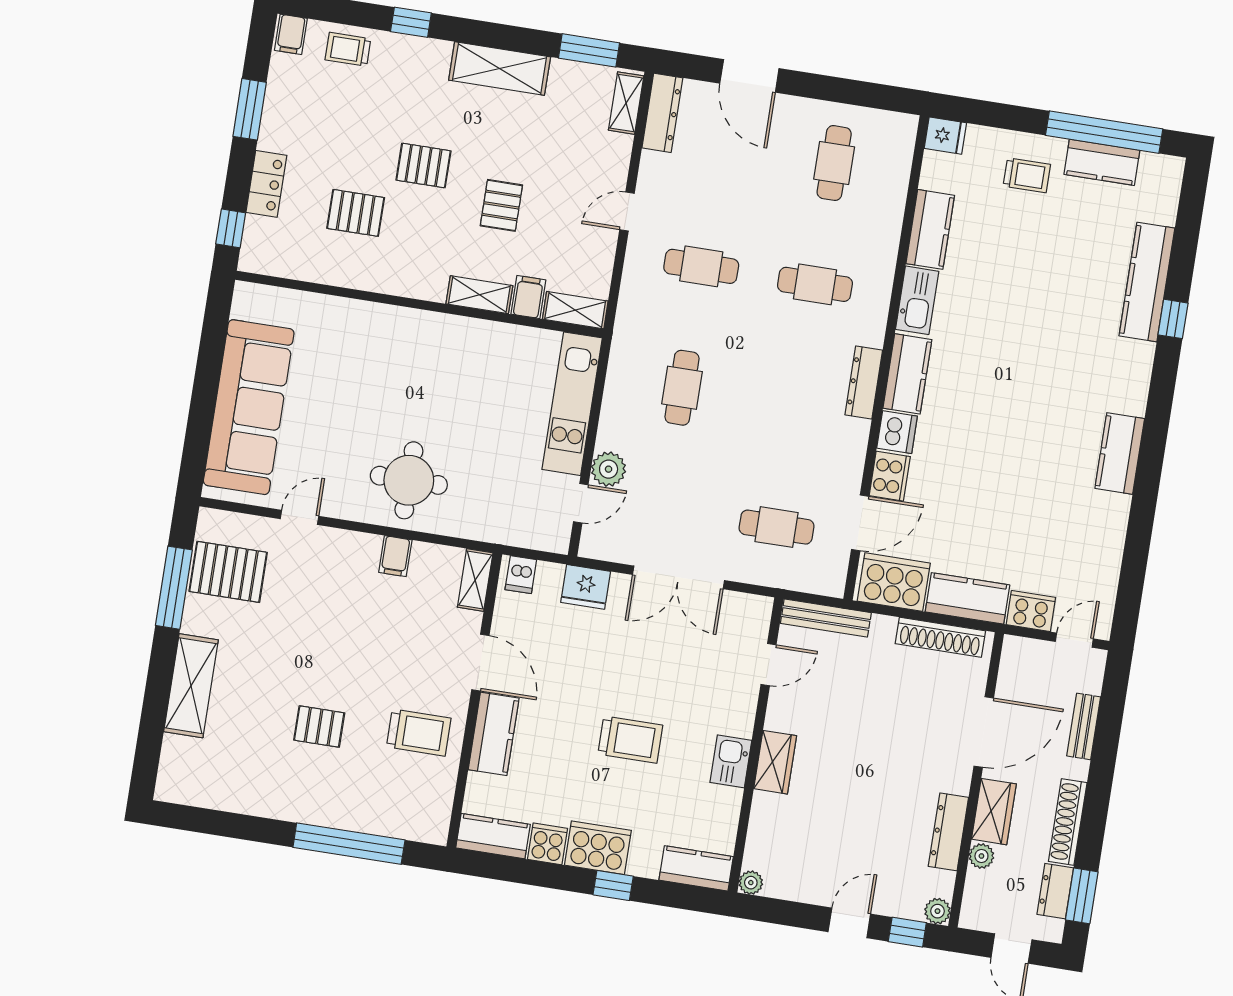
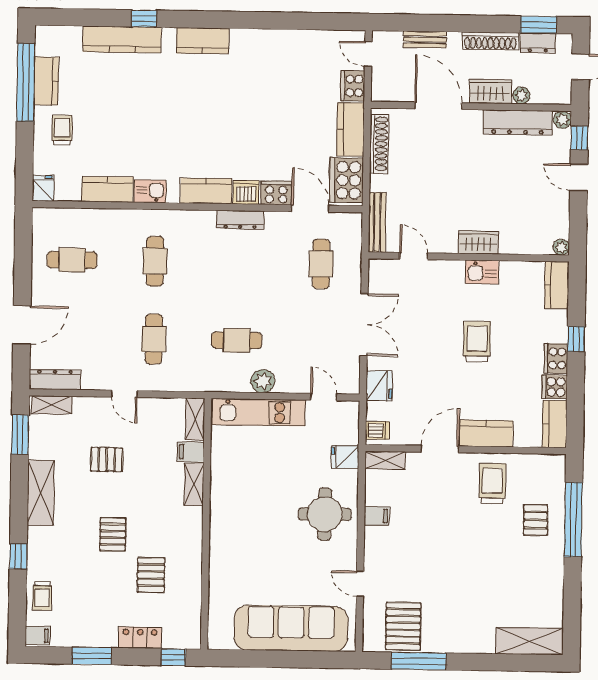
pallet: (501, 205) -> (107, 459), moved
kitchen sink: (917, 300) -> (150, 191), width x0.73
dresser: (864, 382) -> (240, 220), moved
kitchen counter: (1120, 453) -> (203, 41), moved
plant: (609, 469) -> (263, 381), moved
fridge: (488, 522) -> (345, 457), added
shelving: (191, 686) -> (530, 641), moved
pallet: (319, 727) -> (536, 520), moved
dresser: (948, 832) -> (518, 122), width x1.37, depth x1.24
cooker: (598, 848) -> (556, 358), width x0.73, depth x0.76

